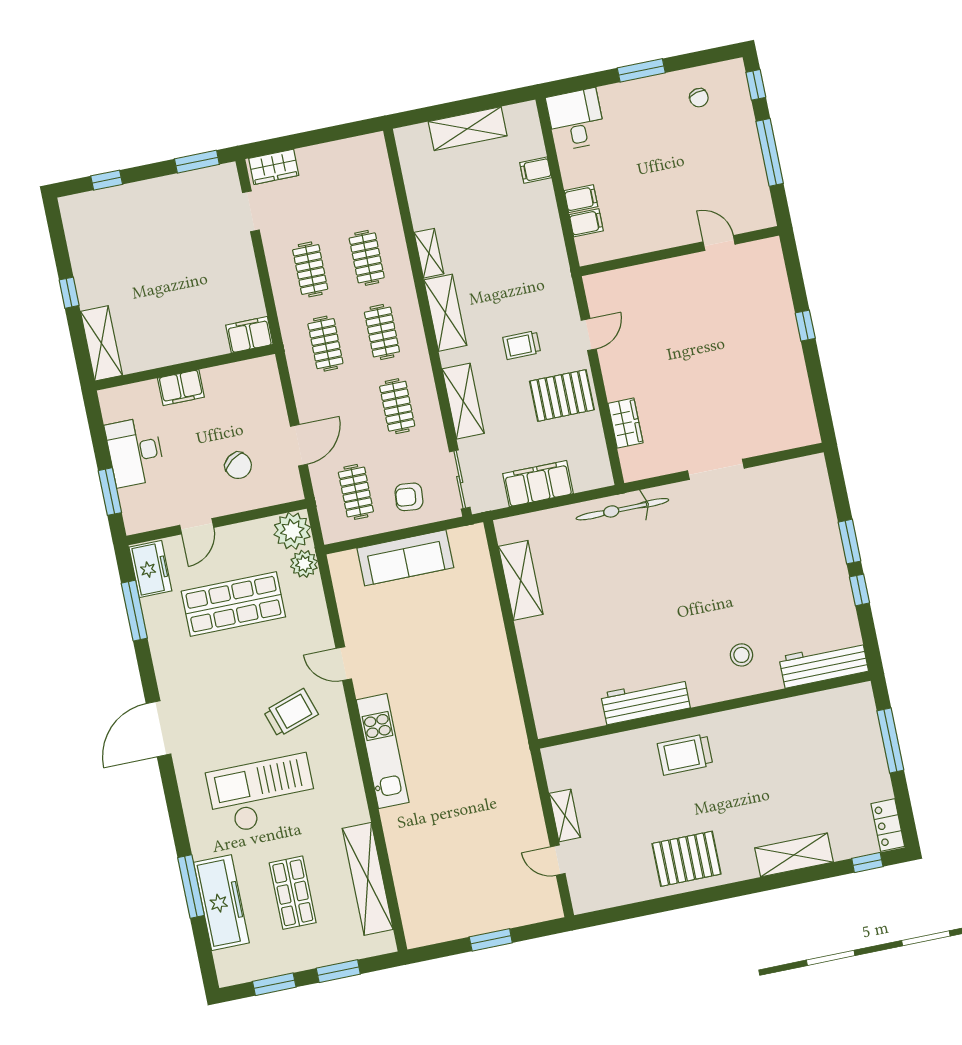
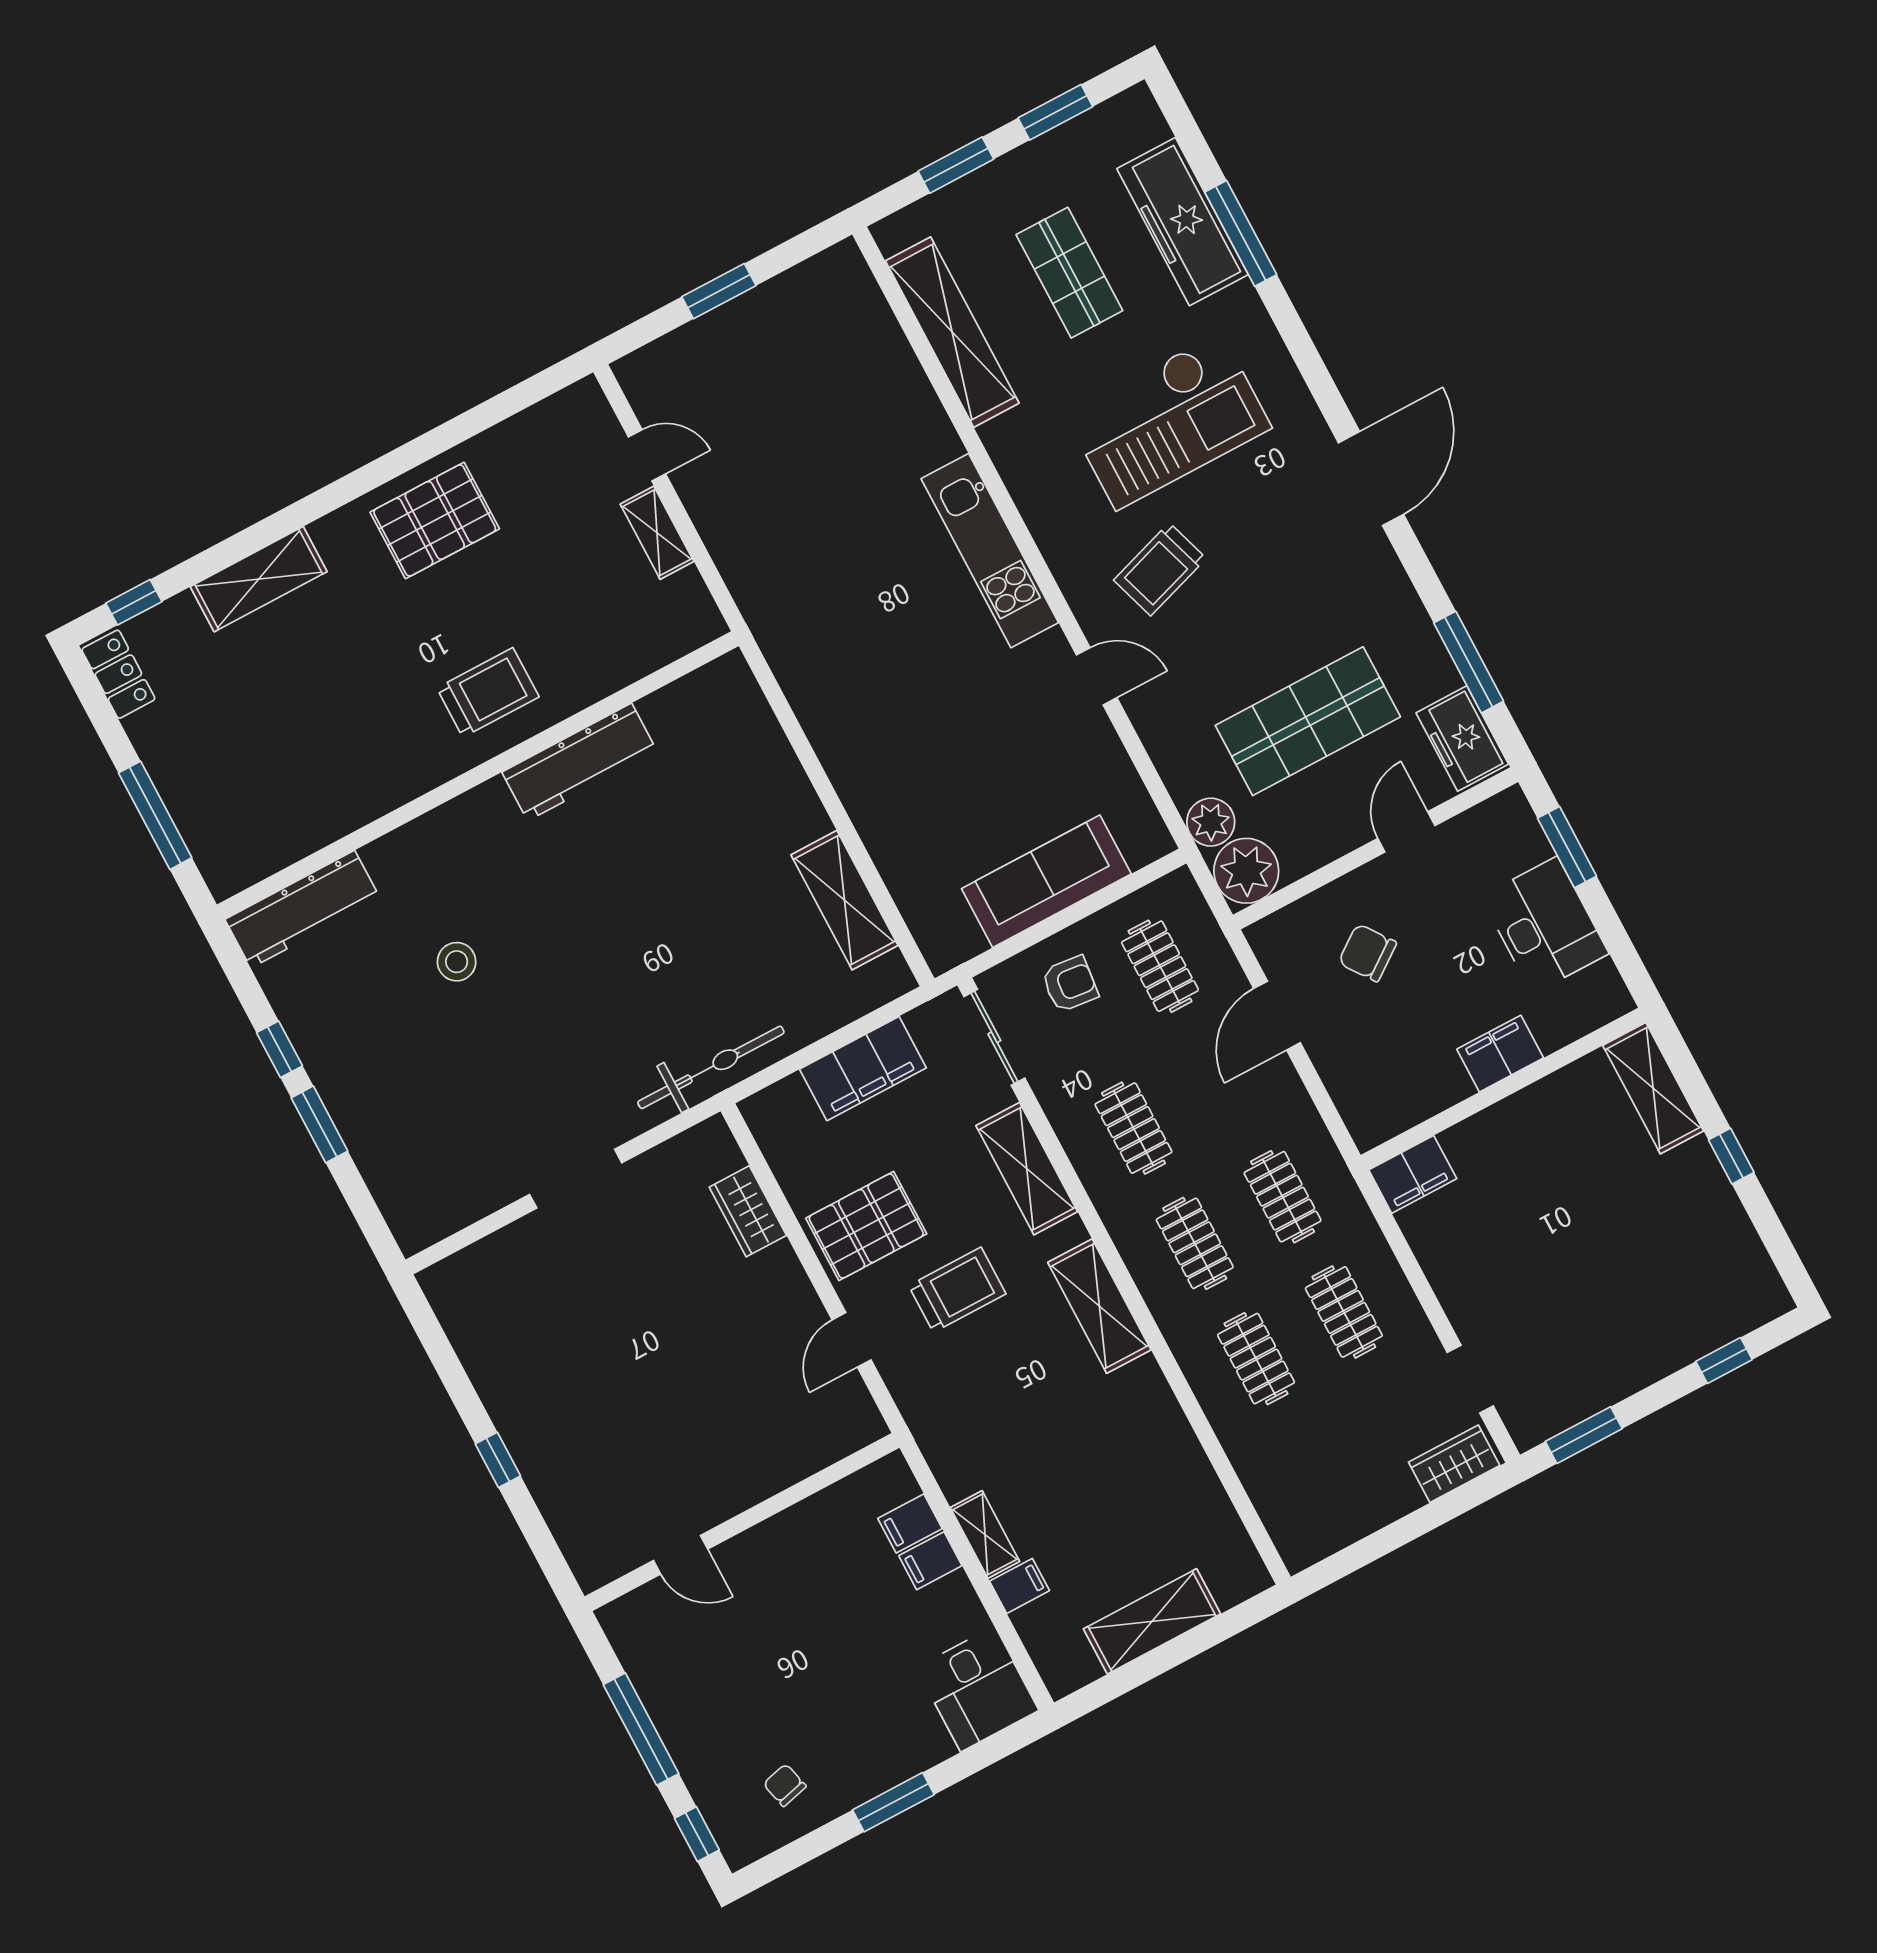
shelving: (429, 253) -> (985, 1534), moved
trolley: (522, 345) -> (957, 1290), width x1.36, depth x1.39
stool: (741, 655) -> (457, 962), moved

